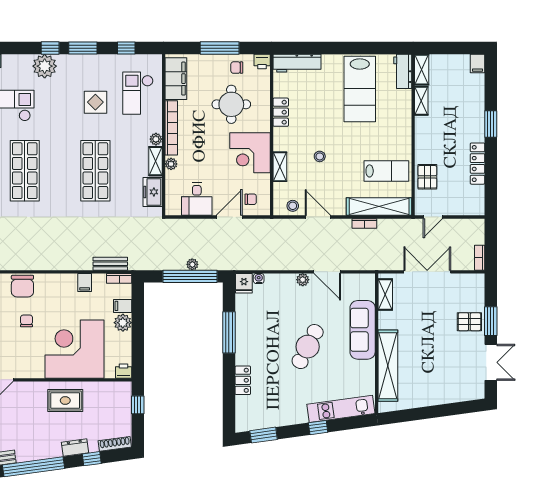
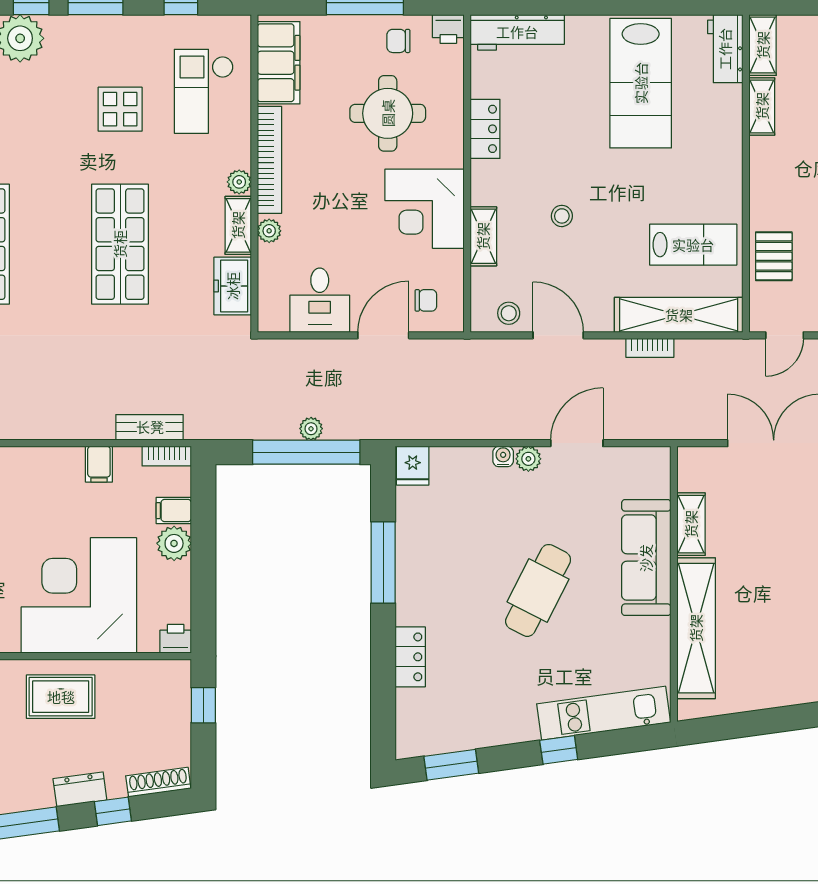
door: (327, 272) -> (577, 443), swing flipped
water cooler: (259, 279) -> (503, 456), moved
shelving: (385, 295) -> (691, 524), moved

